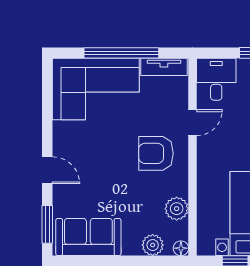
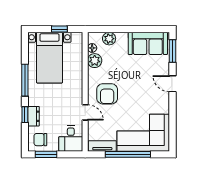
door: (193, 123) -> (85, 112), swing flipped
armchair: (156, 153) -> (107, 94), turned 90
floor lamp: (181, 248) -> (92, 48), moved

